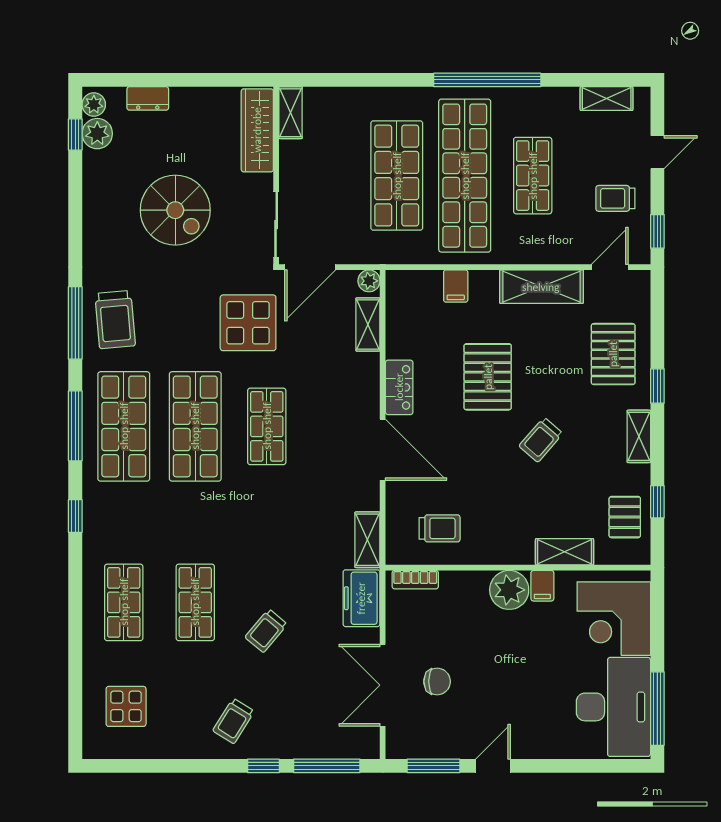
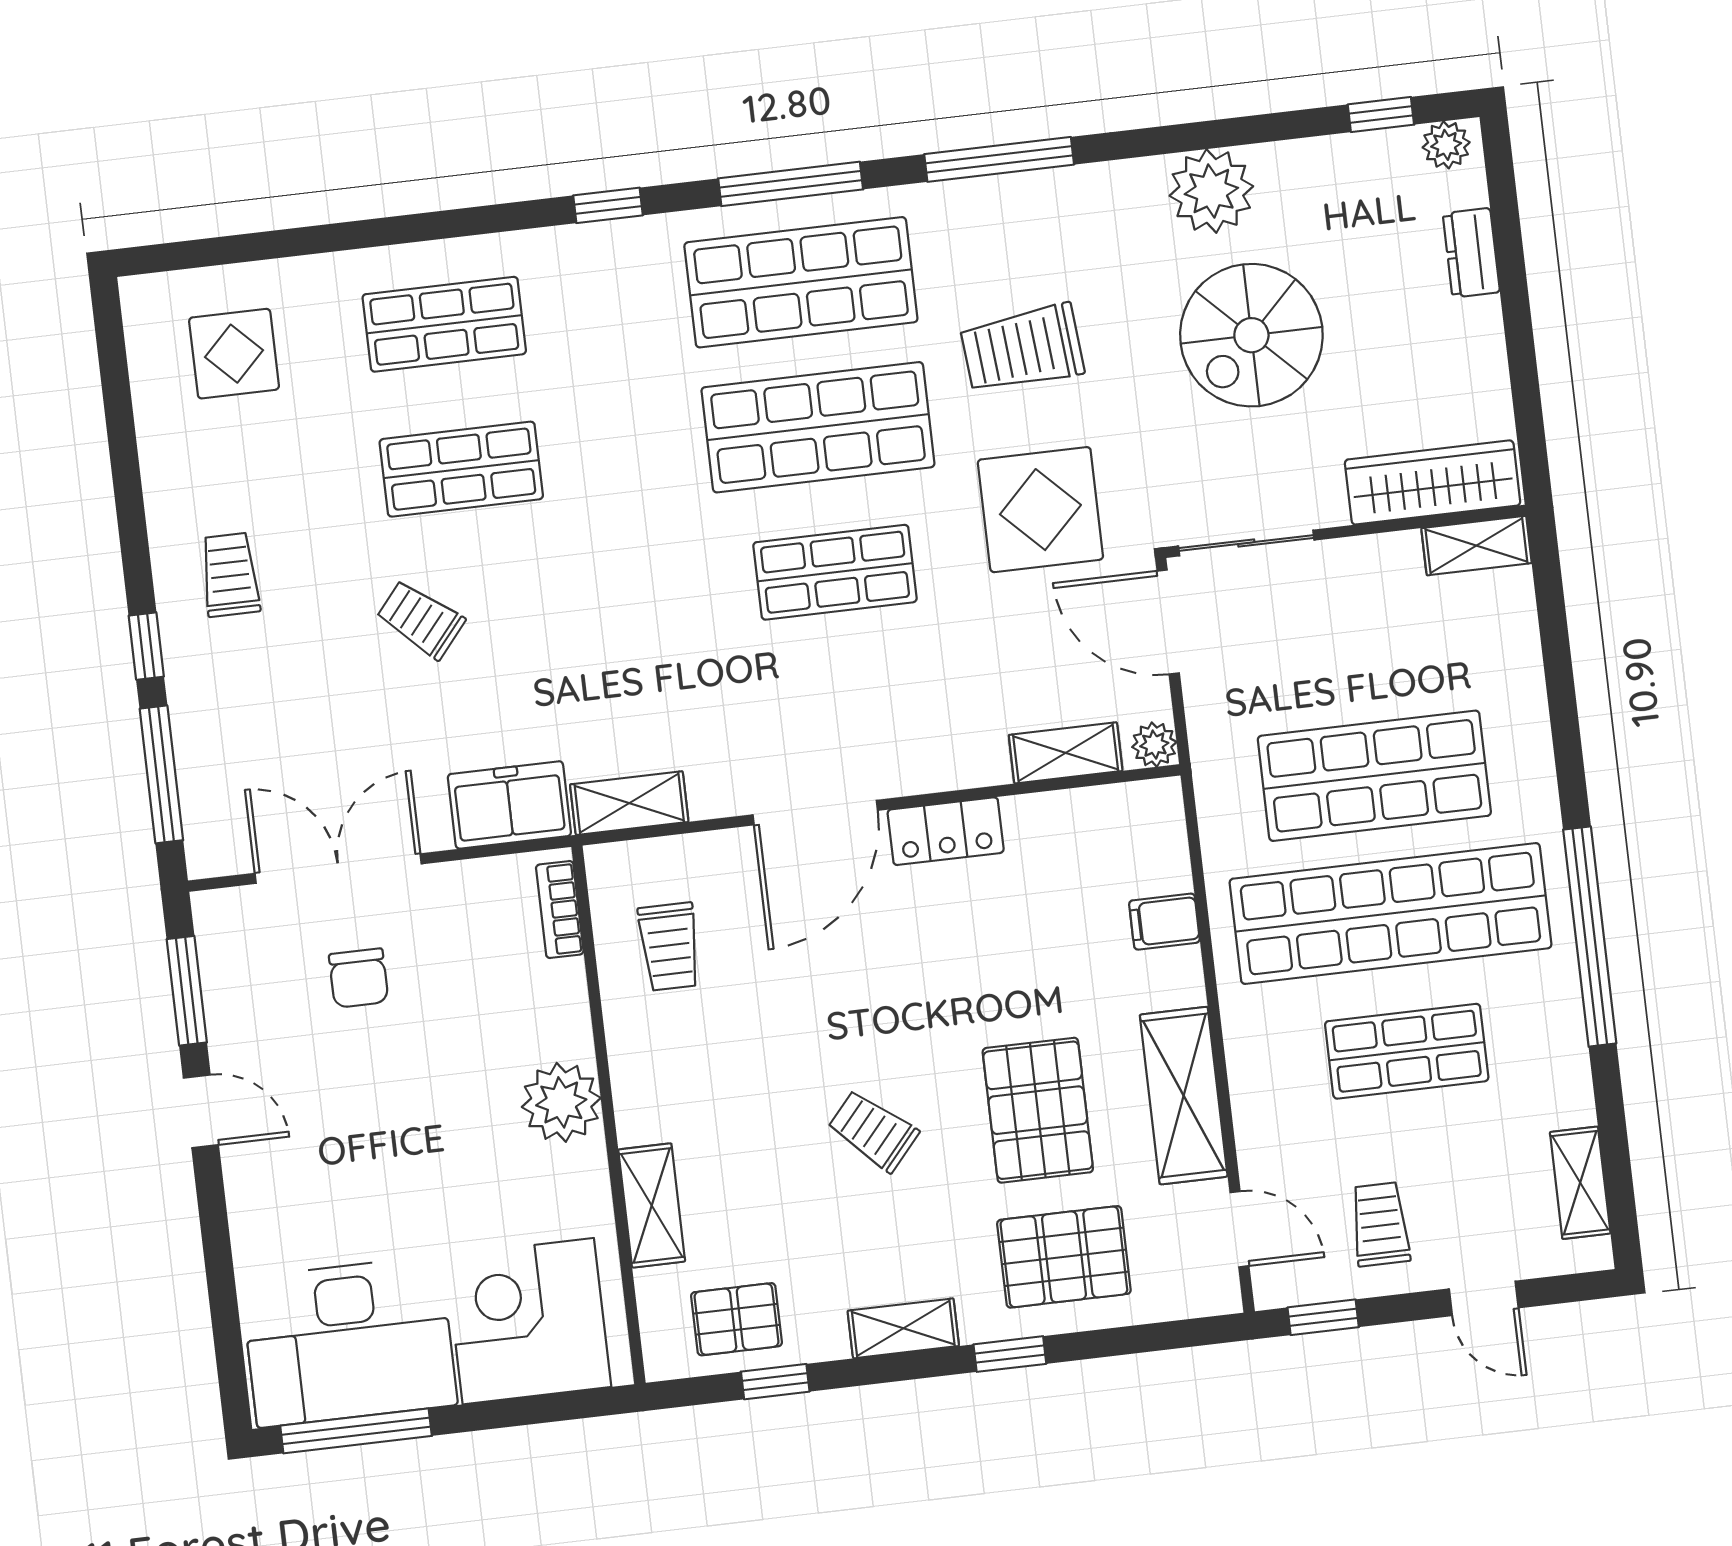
plant: (97, 134) -> (1211, 191), moved, width x1.36, depth x1.36
trolley: (115, 320) -> (1022, 349), moved
pallet: (488, 377) -> (1038, 1110), moved, turned 90
filing cabinet: (542, 586) -> (578, 1169), removed
trolley: (233, 721) -> (230, 575), turned 58

